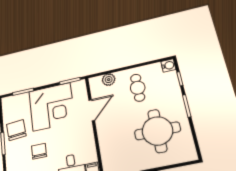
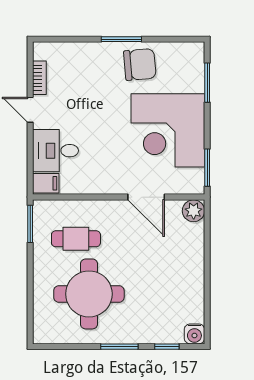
plant: (109, 80) -> (194, 211), moved
cafe table: (138, 88) -> (76, 239), moved
chair: (39, 151) -> (95, 100), removed

